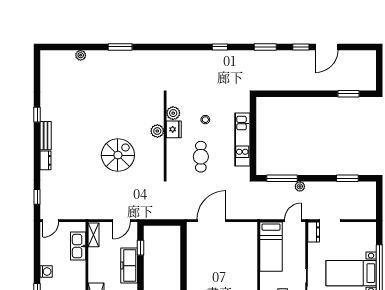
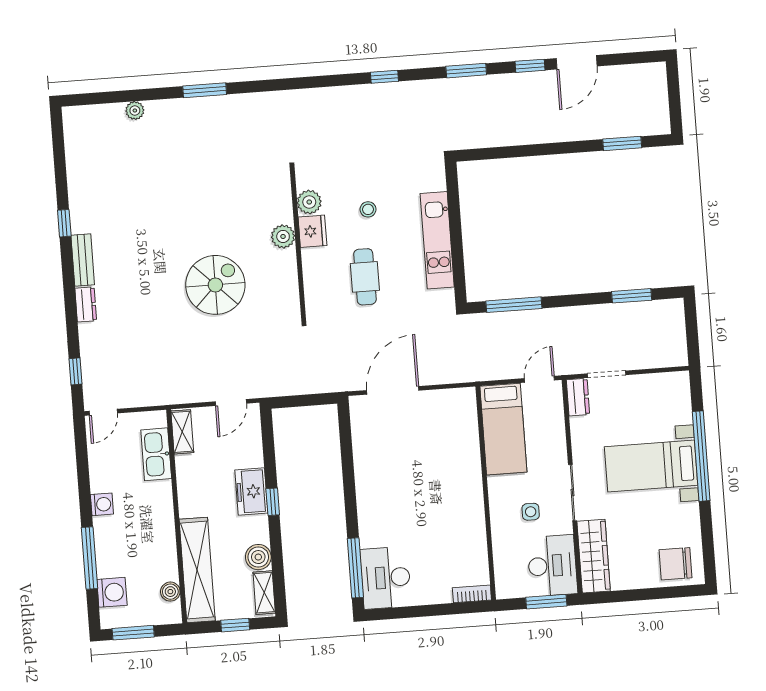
plant: (300, 186) -> (547, 317), removed
window: (141, 248) -> (273, 502), moved
freezer: (129, 266) -> (251, 491), width x0.71

